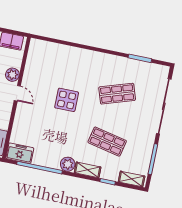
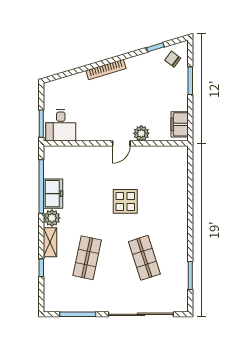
freezer: (20, 153) -> (53, 194), moved
shelving: (132, 179) -> (50, 295), removed

